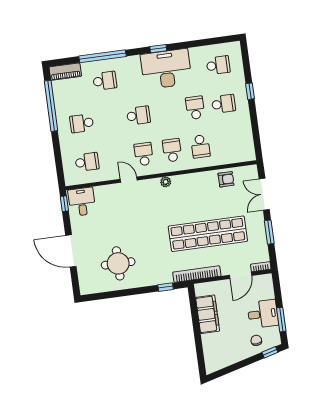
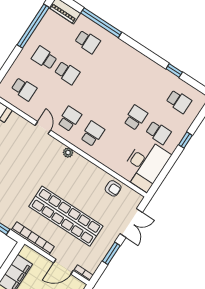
window: (158, 49) -> (174, 70), moved
desk: (166, 69) -> (145, 165), moved, turned 90
school desk: (138, 116) -> (67, 73), moved
school desk: (200, 146) -> (115, 149), removed
double door: (264, 194) -> (131, 223), swing flipped

